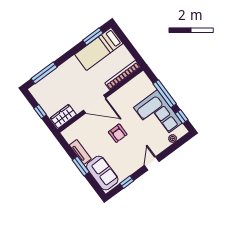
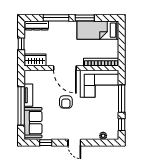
window: (93, 37) -> (85, 18), moved
window: (44, 73) -> (56, 18), moved
dresser: (42, 85) -> (37, 25), added
corner sofa: (158, 115) -> (100, 84), moved, turned -90
door: (152, 163) -> (74, 143), swing flipped
window: (81, 166) -> (21, 106), width x2.11

